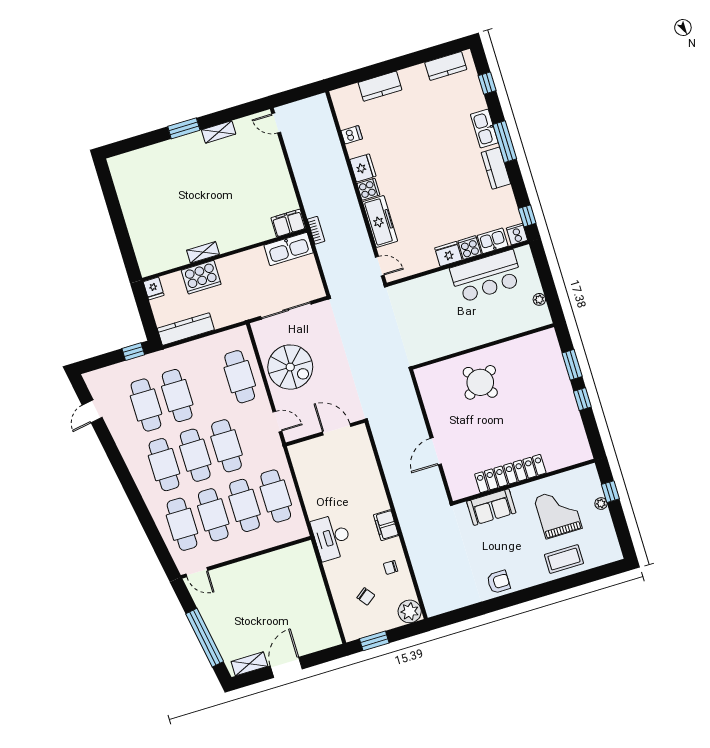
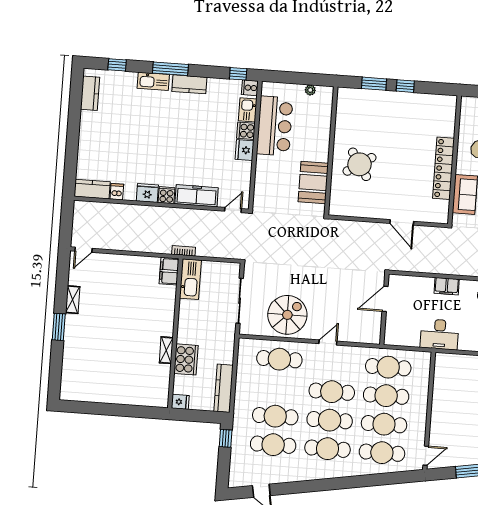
kitchen counter: (380, 86) -> (92, 189), moved, turned -90
booth: (442, 341) -> (313, 182), added
door: (337, 429) -> (385, 299), moved
wall: (325, 433) -> (384, 309), moved

